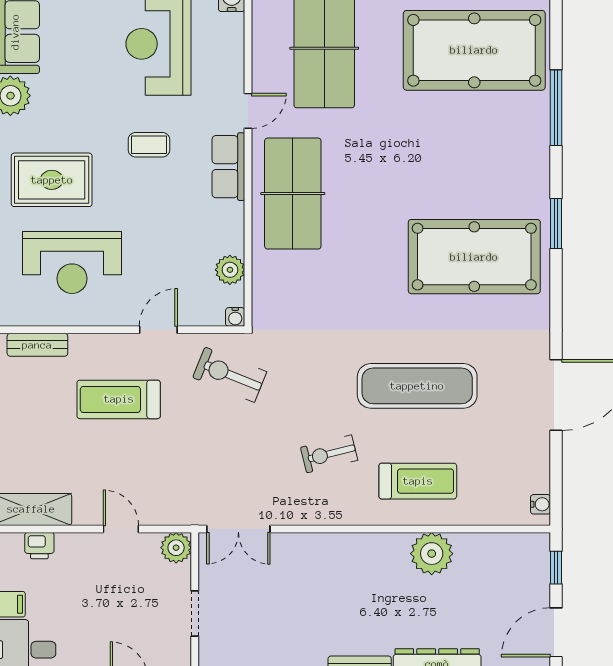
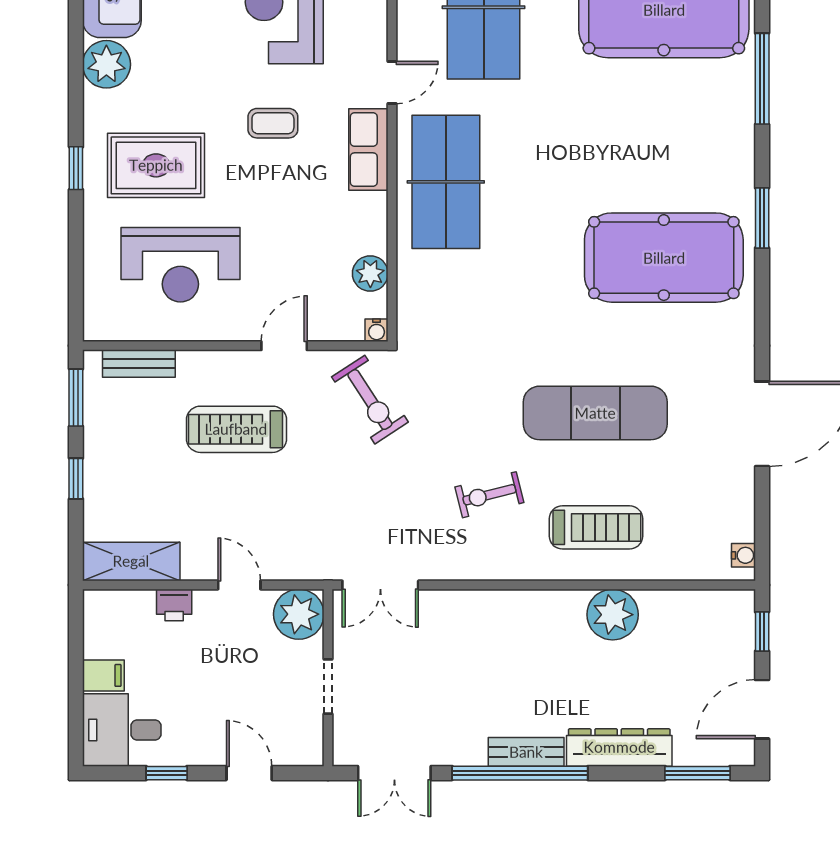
exercise bike: (230, 375) -> (370, 400), turned -145
printer: (39, 546) -> (174, 605), moved
plant: (176, 548) -> (299, 614), width x1.36, depth x1.36

